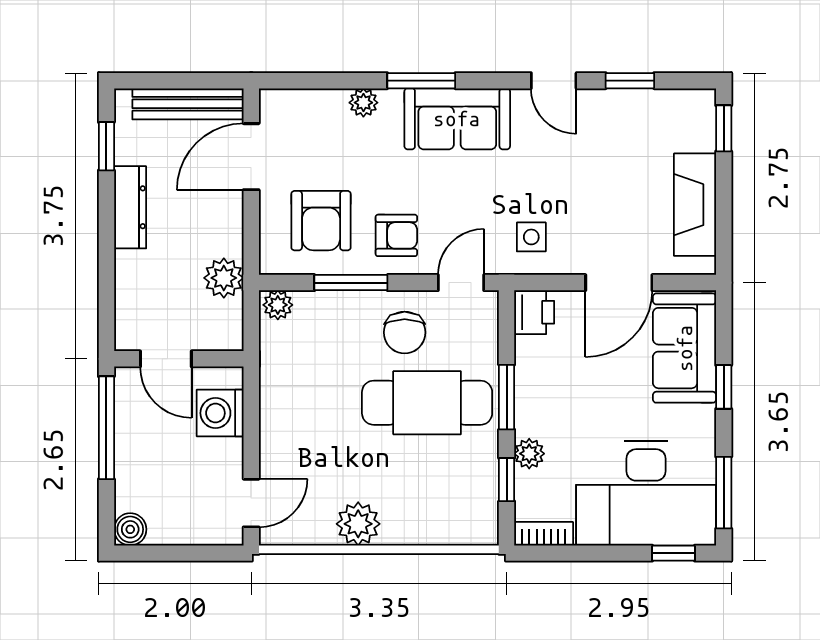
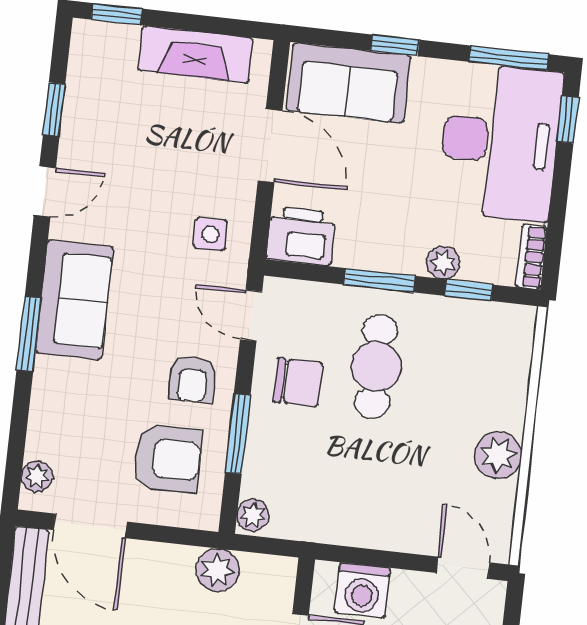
plant: (363, 103) -> (37, 476), moved
armchair: (396, 235) -> (192, 379), turned 180
printer: (534, 312) -> (301, 236), width x1.36, depth x1.24
cafe table: (427, 403) -> (376, 366), width x0.73, depth x0.74

